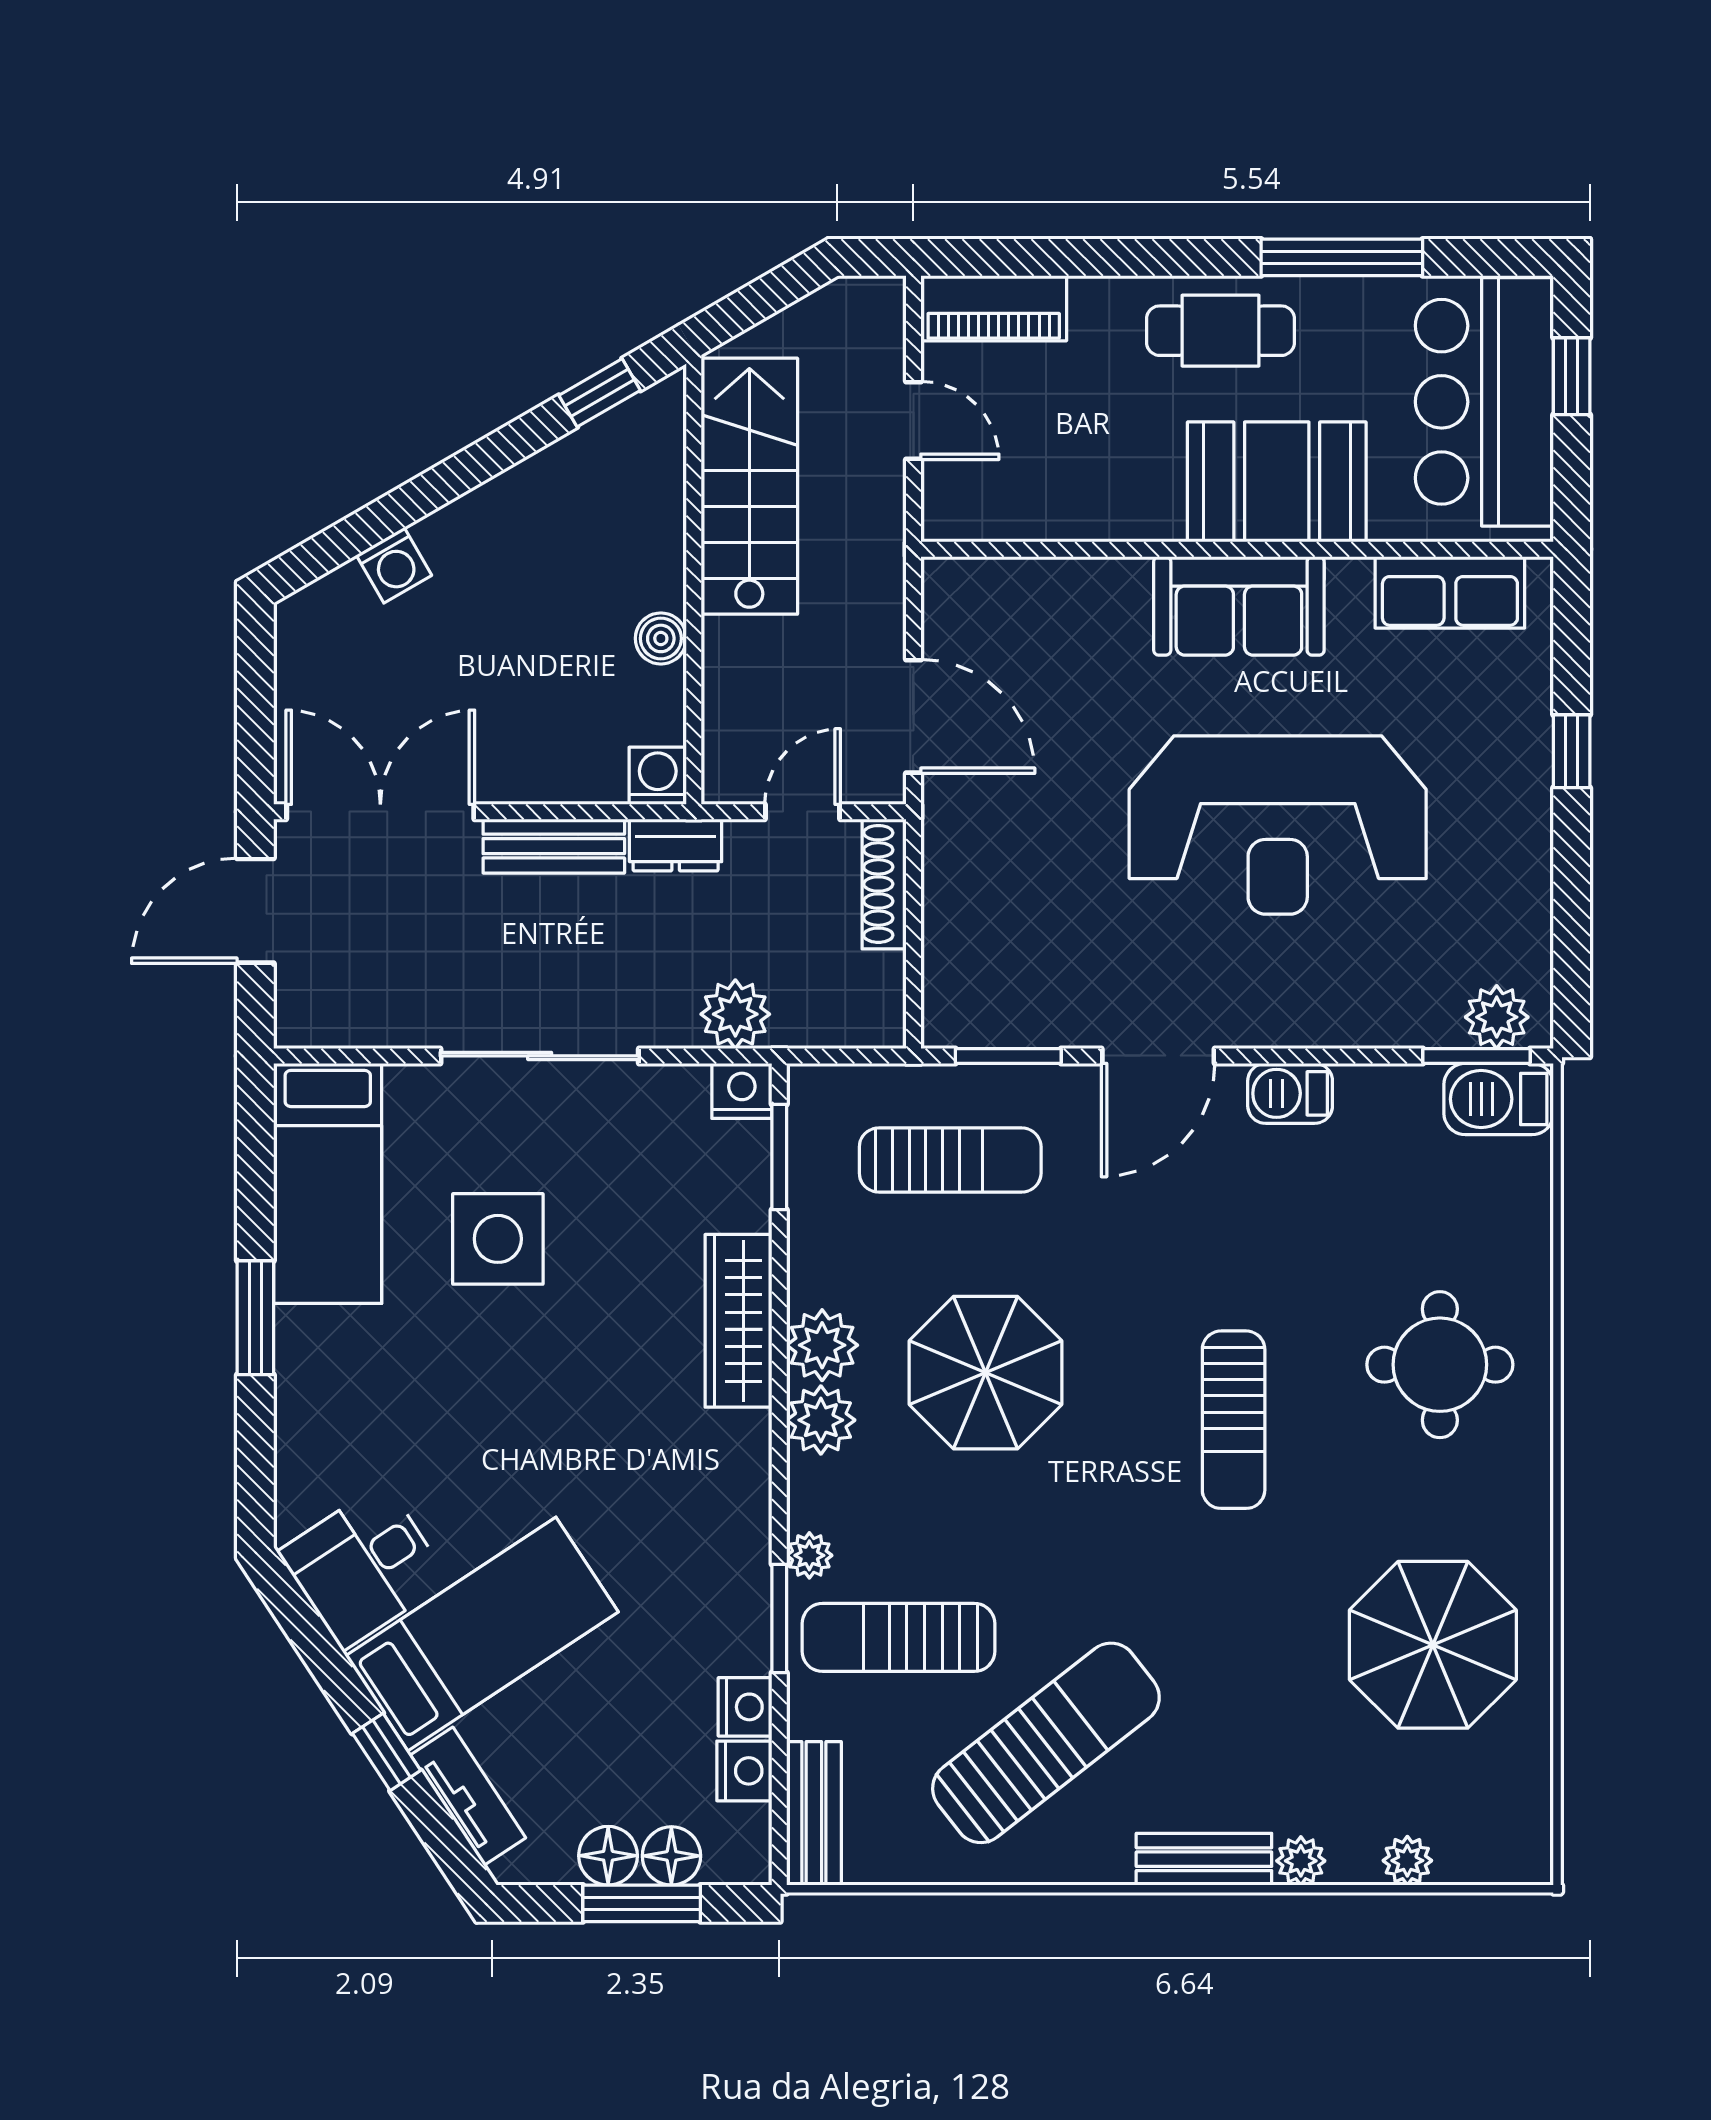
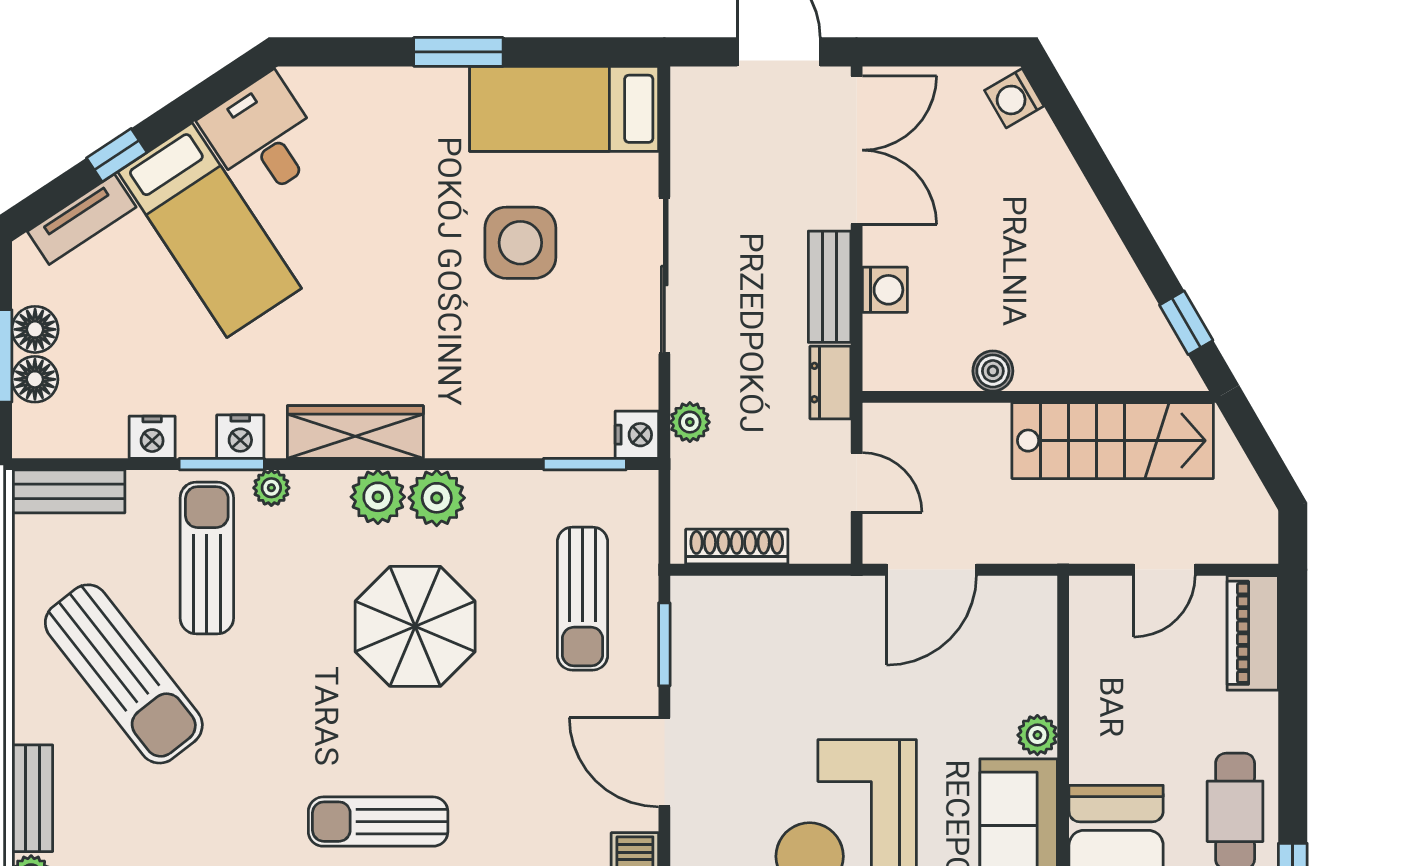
washing machine: (394, 565) -> (1014, 98), moved
plant: (1124, 582) -> (1037, 735), added
washing machine: (658, 776) -> (885, 290), moved
shoe rack: (884, 884) -> (737, 547), moved
plant: (735, 1014) -> (690, 422), width x0.73, depth x0.73
wardrobe: (738, 1321) -> (355, 432), moved
nightstand: (744, 1771) -> (240, 437), moved

